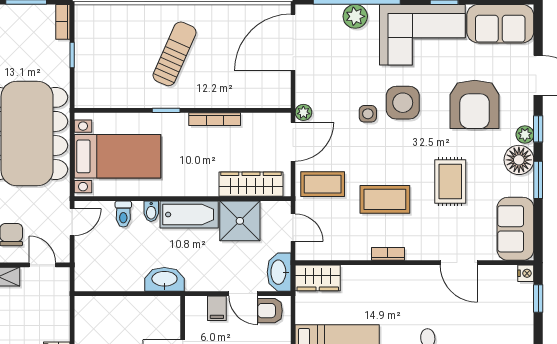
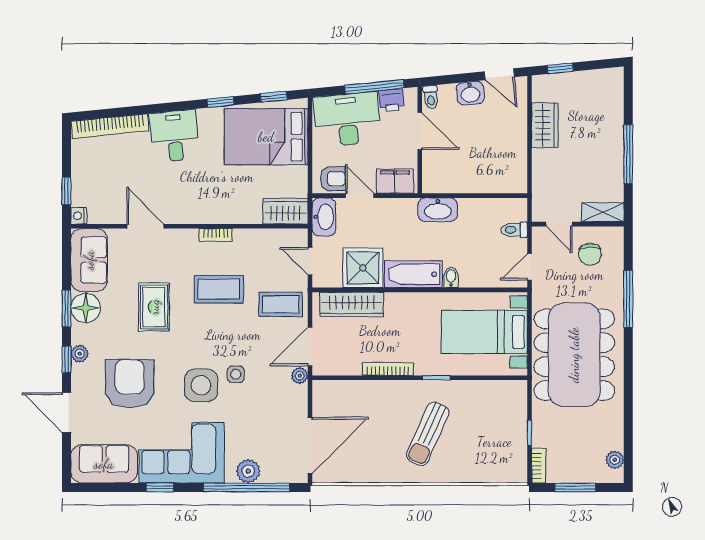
floor lamp: (519, 160) -> (86, 308), moved
toilet: (123, 214) -> (514, 230), moved, turned -90
filing cabinet: (217, 308) -> (395, 181), width x2.00

